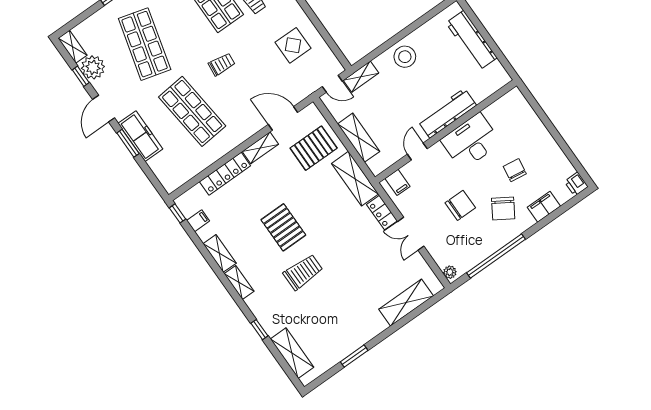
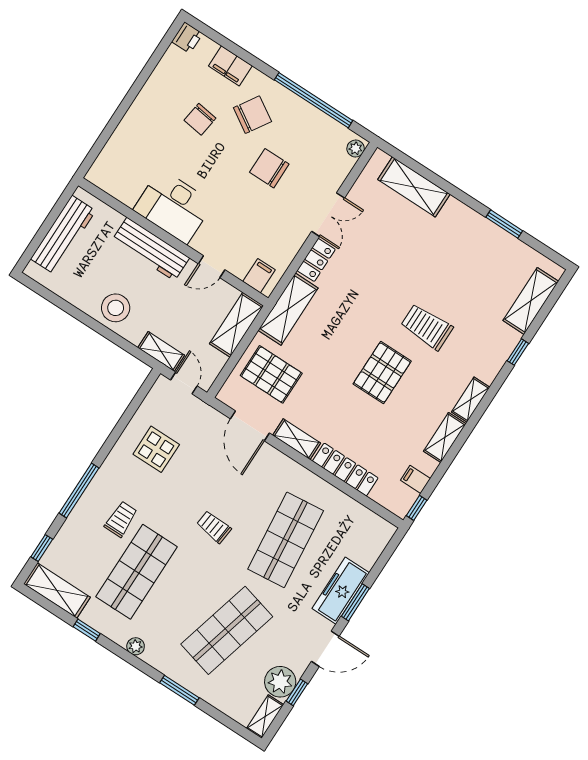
workbench: (447, 113) -> (151, 249), moved
wall: (446, 131) -> (173, 242), moved
desk: (471, 141) -> (173, 206), moved
door: (417, 151) -> (212, 267), moved
filing cabinet: (397, 182) -> (259, 276), moved

